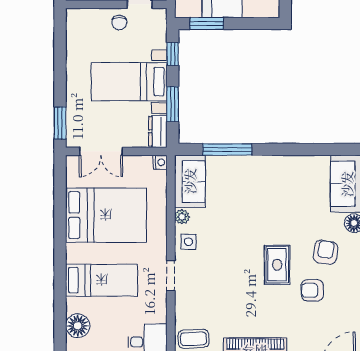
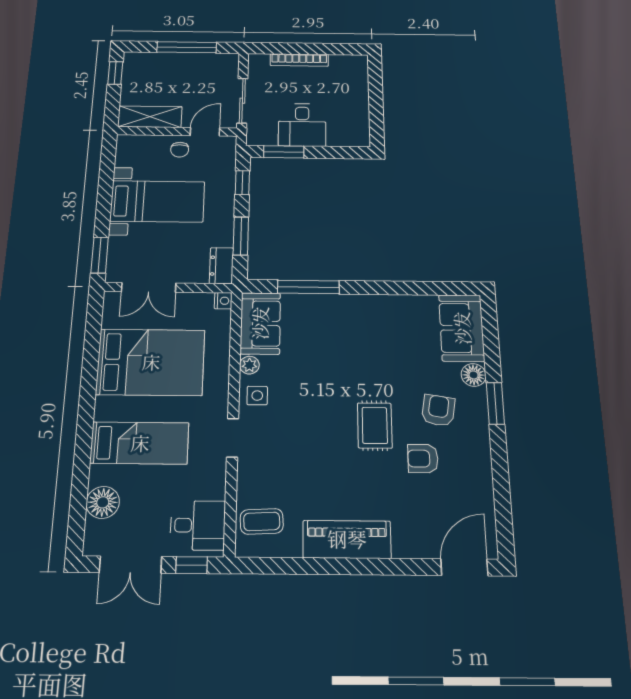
bed with nightstands: (129, 82) -> (157, 201), moved, turned 180

